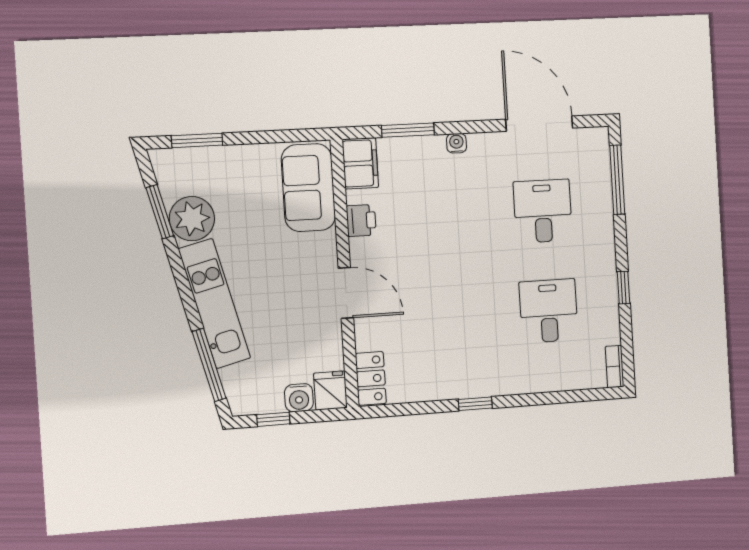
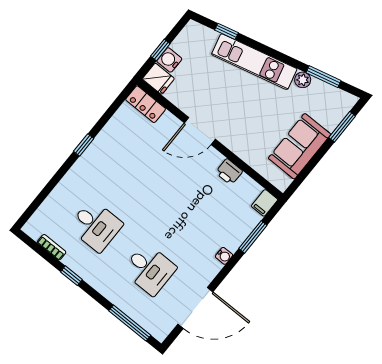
filing cabinet: (360, 163) -> (265, 203), width x0.50
sofa: (308, 188) -> (300, 146), moved, turned -90
plant: (192, 219) -> (303, 80), width x0.53, depth x0.53
window: (209, 365) -> (226, 31), width x0.46
bookcase: (615, 367) -> (52, 247), moved
window: (273, 419) -> (160, 50), moved

